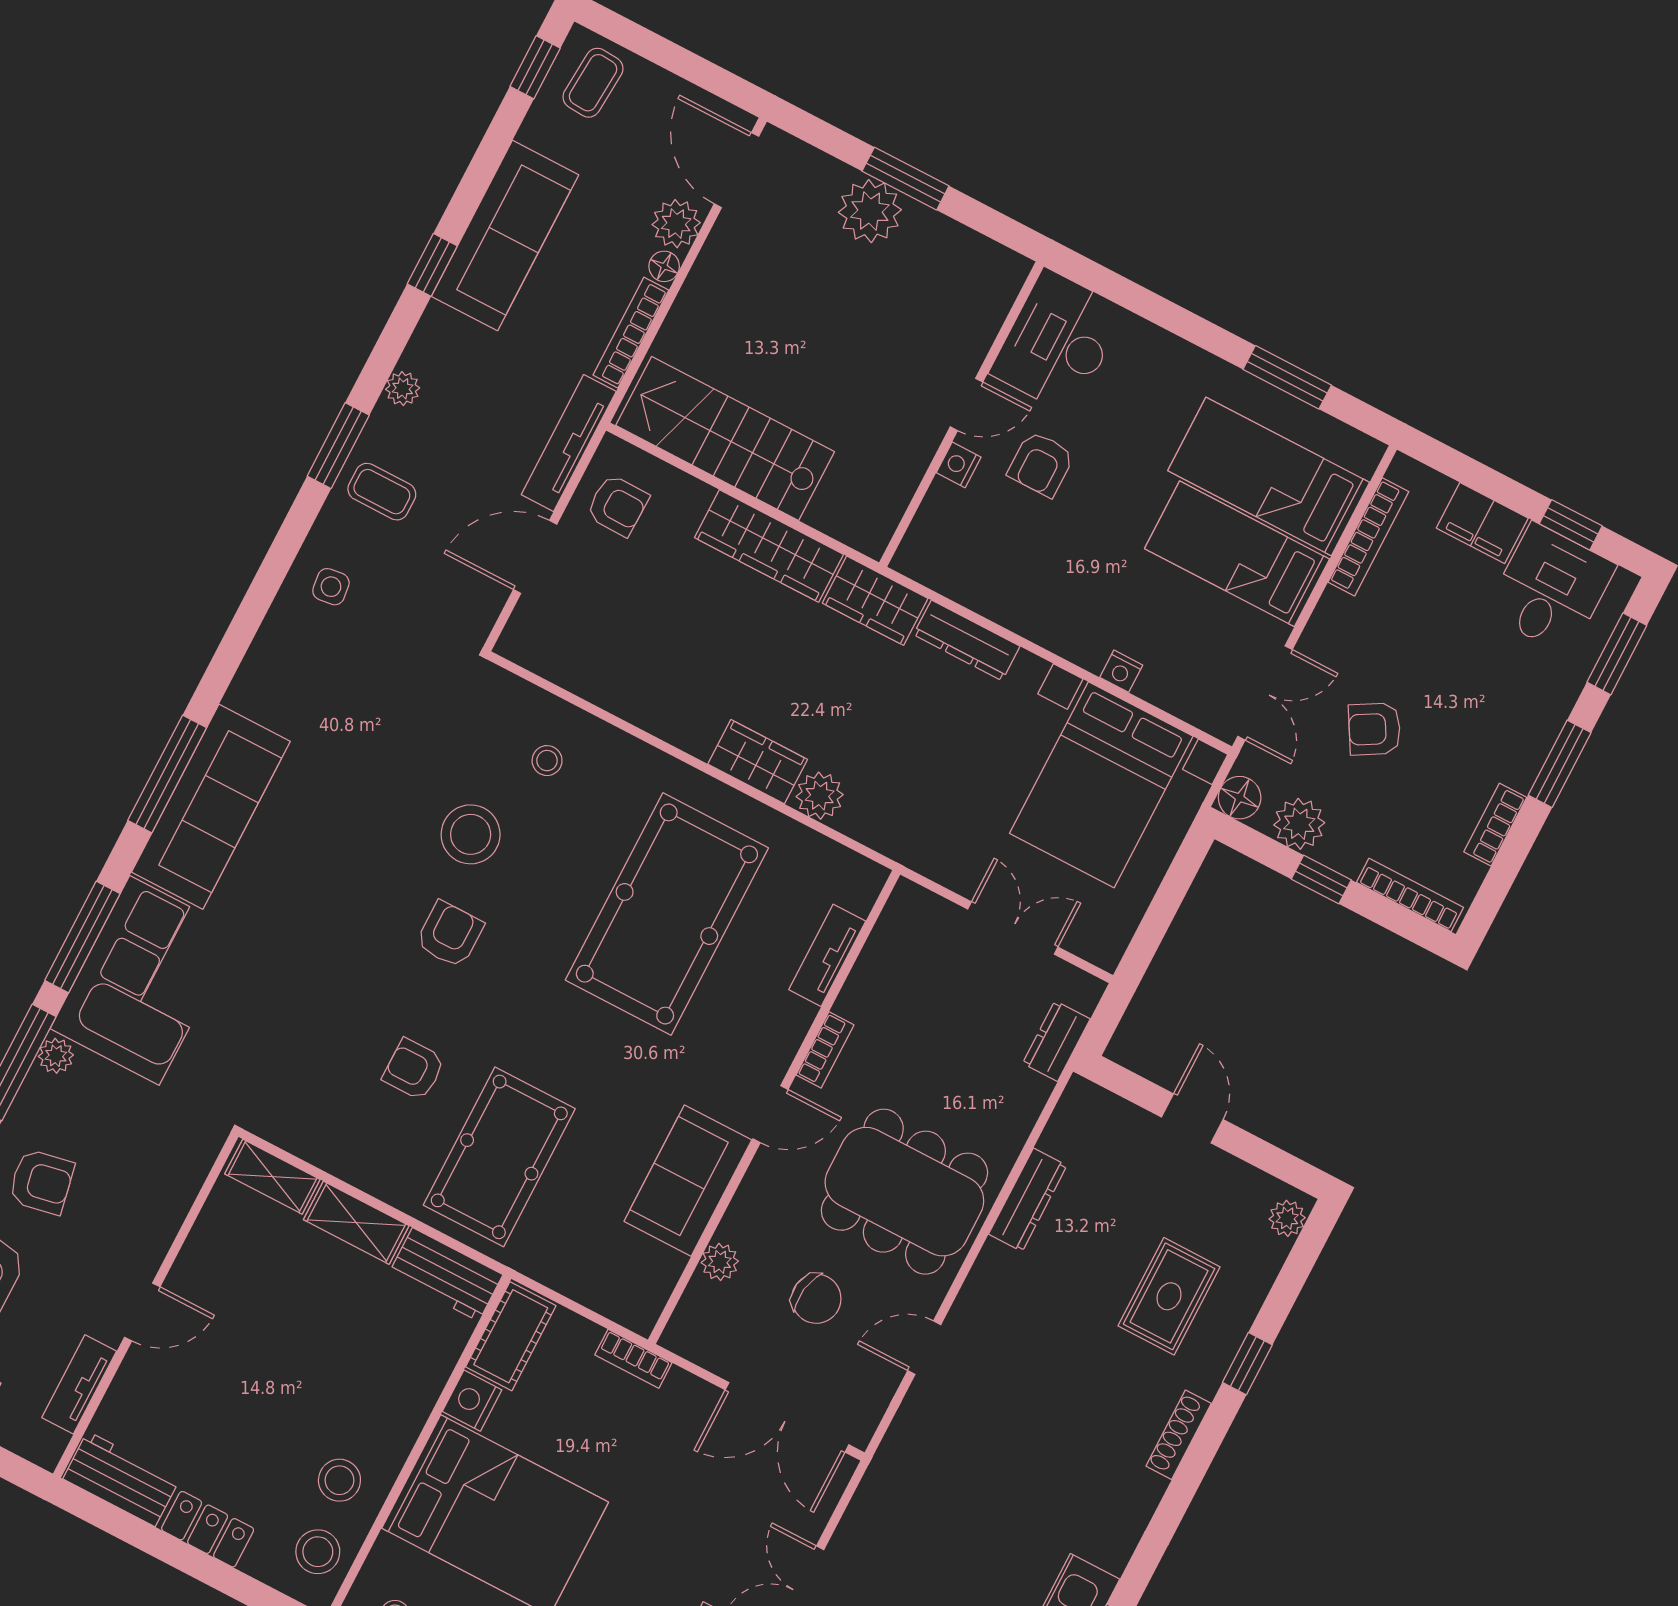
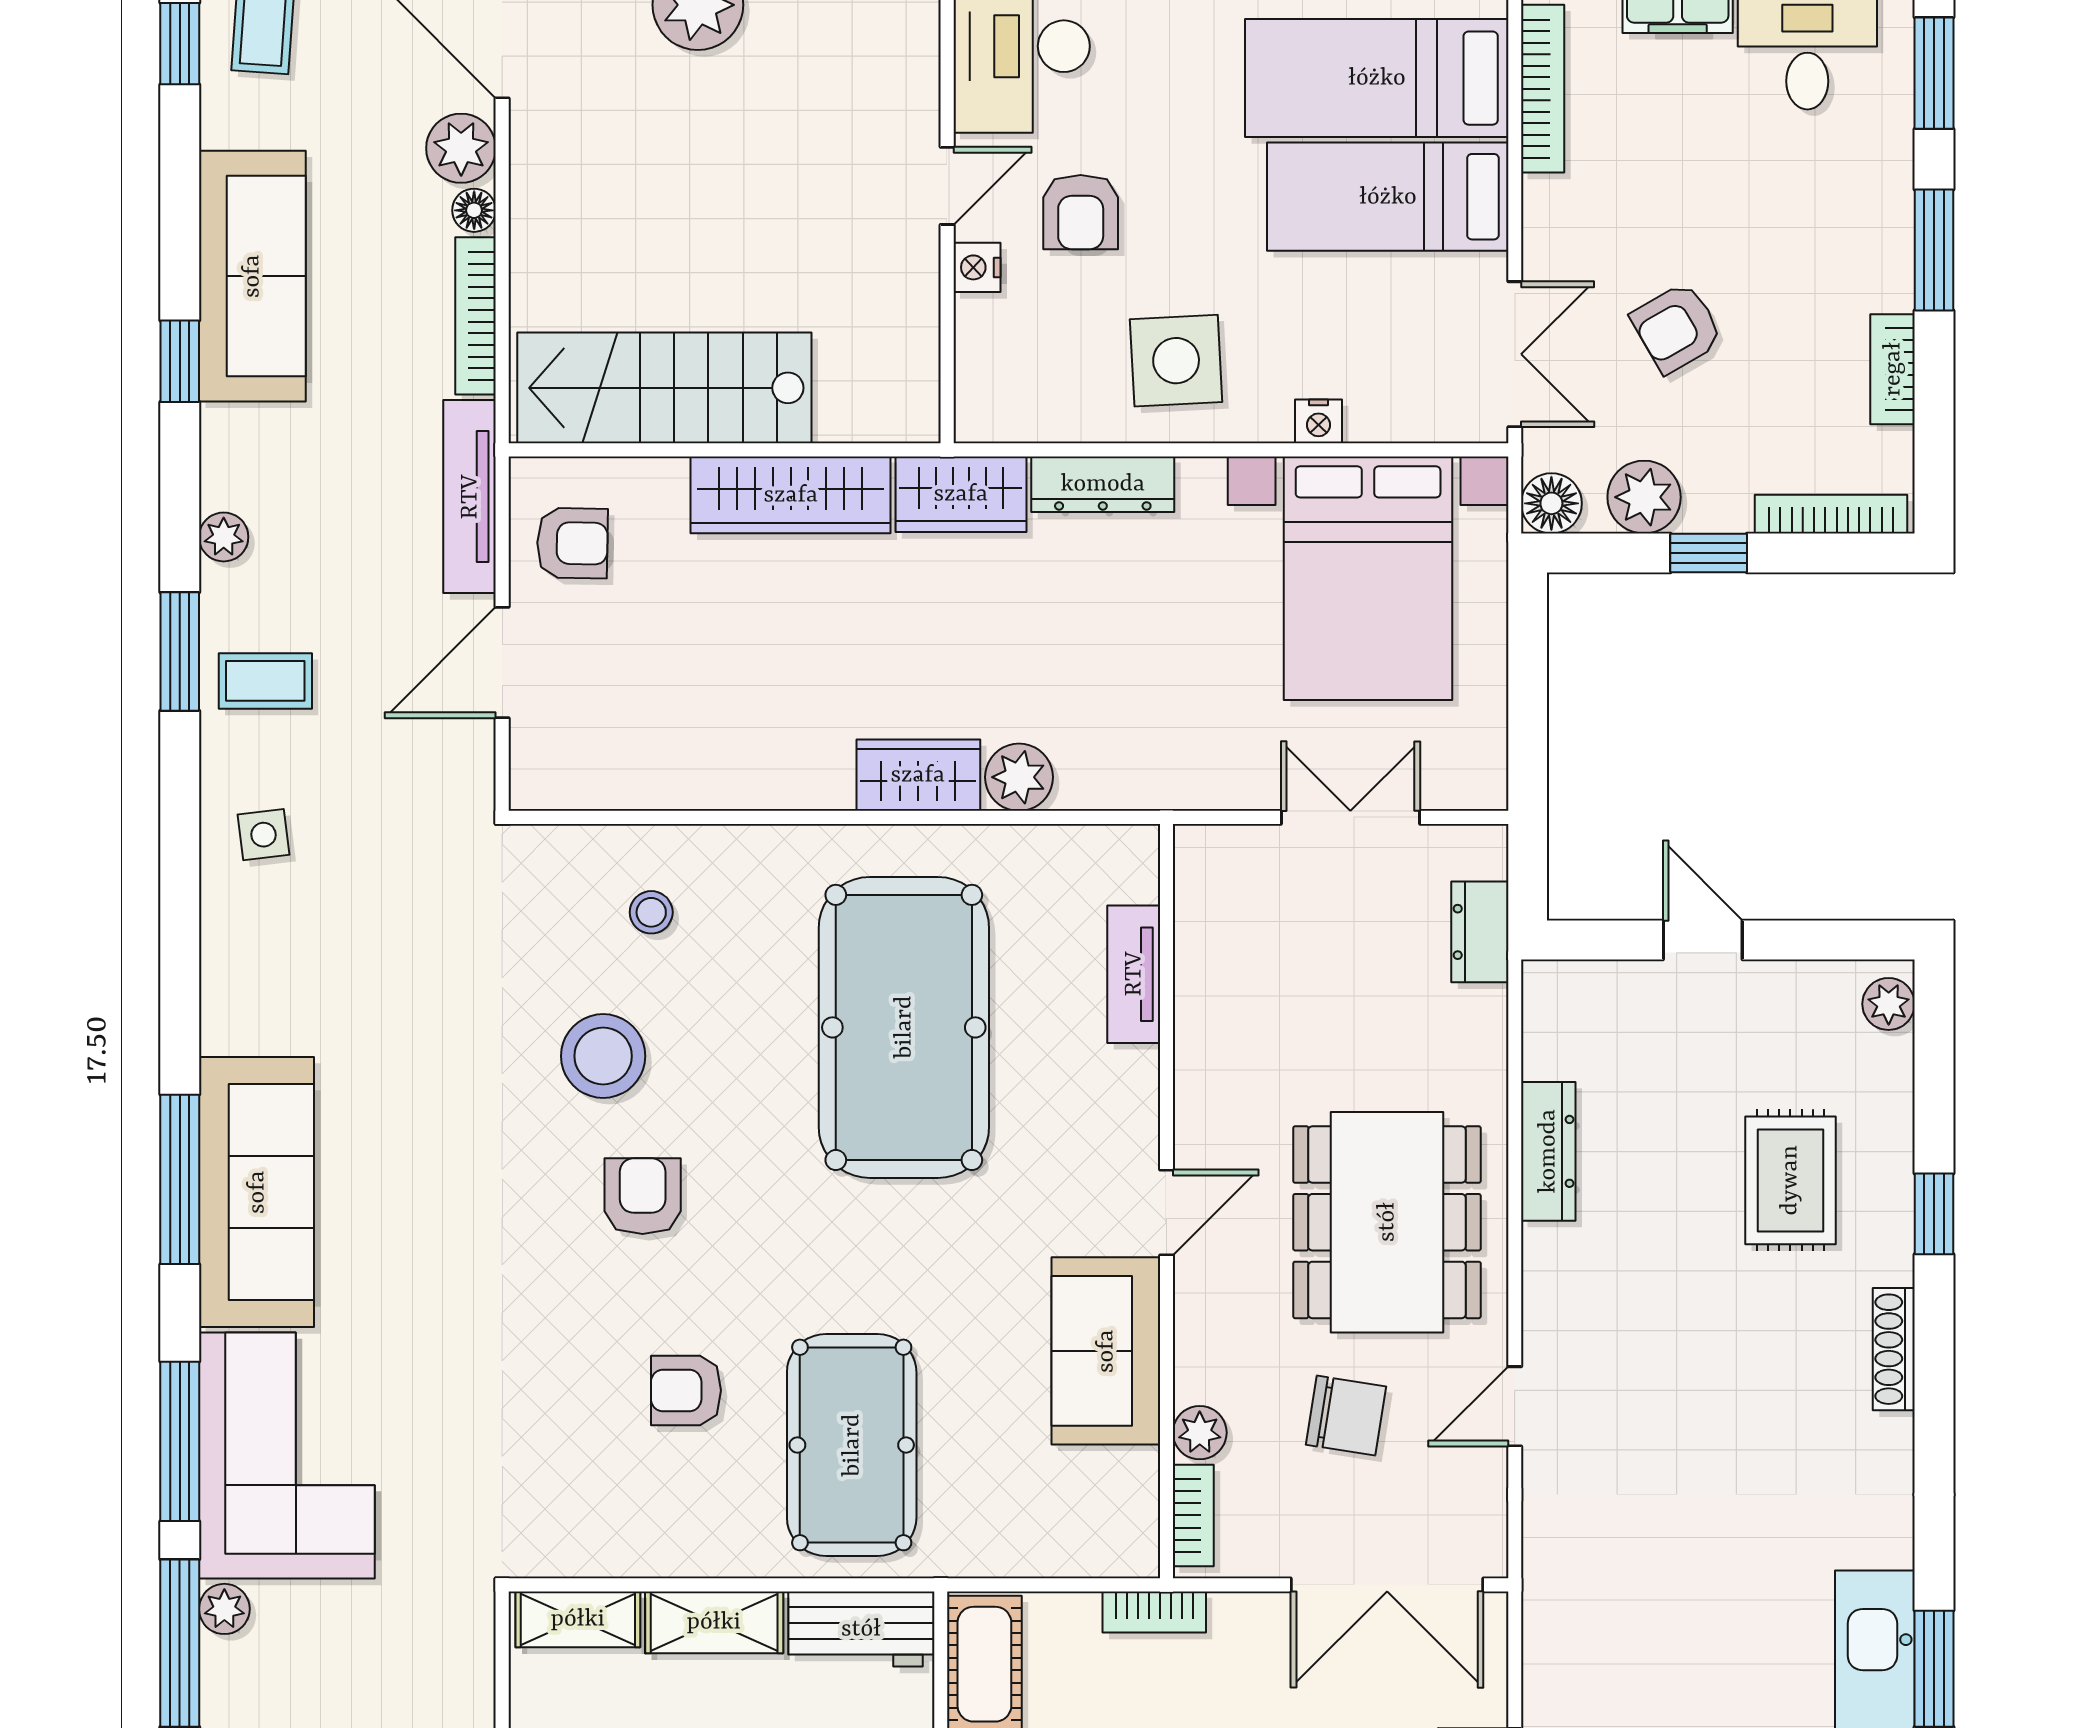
side table: (1052, 587) -> (1176, 361), added
bookcase: (825, 1050) -> (1193, 1515), moved
dining table: (904, 1192) -> (1387, 1222), turned 90

